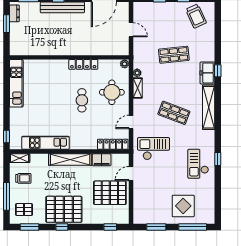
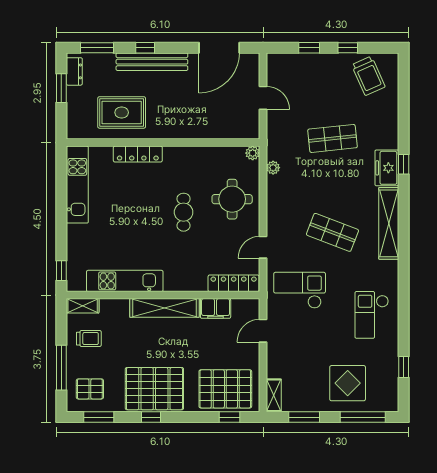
rug: (44, 39) -> (122, 112), added
locker: (83, 64) -> (138, 154), moved
shelving: (138, 88) -> (274, 395), moved
window: (218, 159) -> (404, 367), moved
pallet: (110, 193) -> (225, 389), moved

